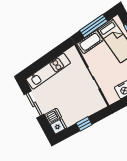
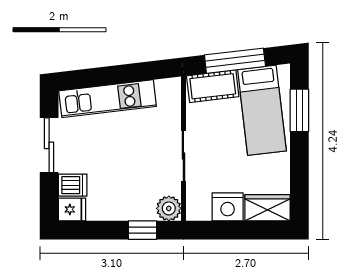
plant: (99, 104) -> (169, 208), added
window: (84, 124) -> (142, 230), moved

